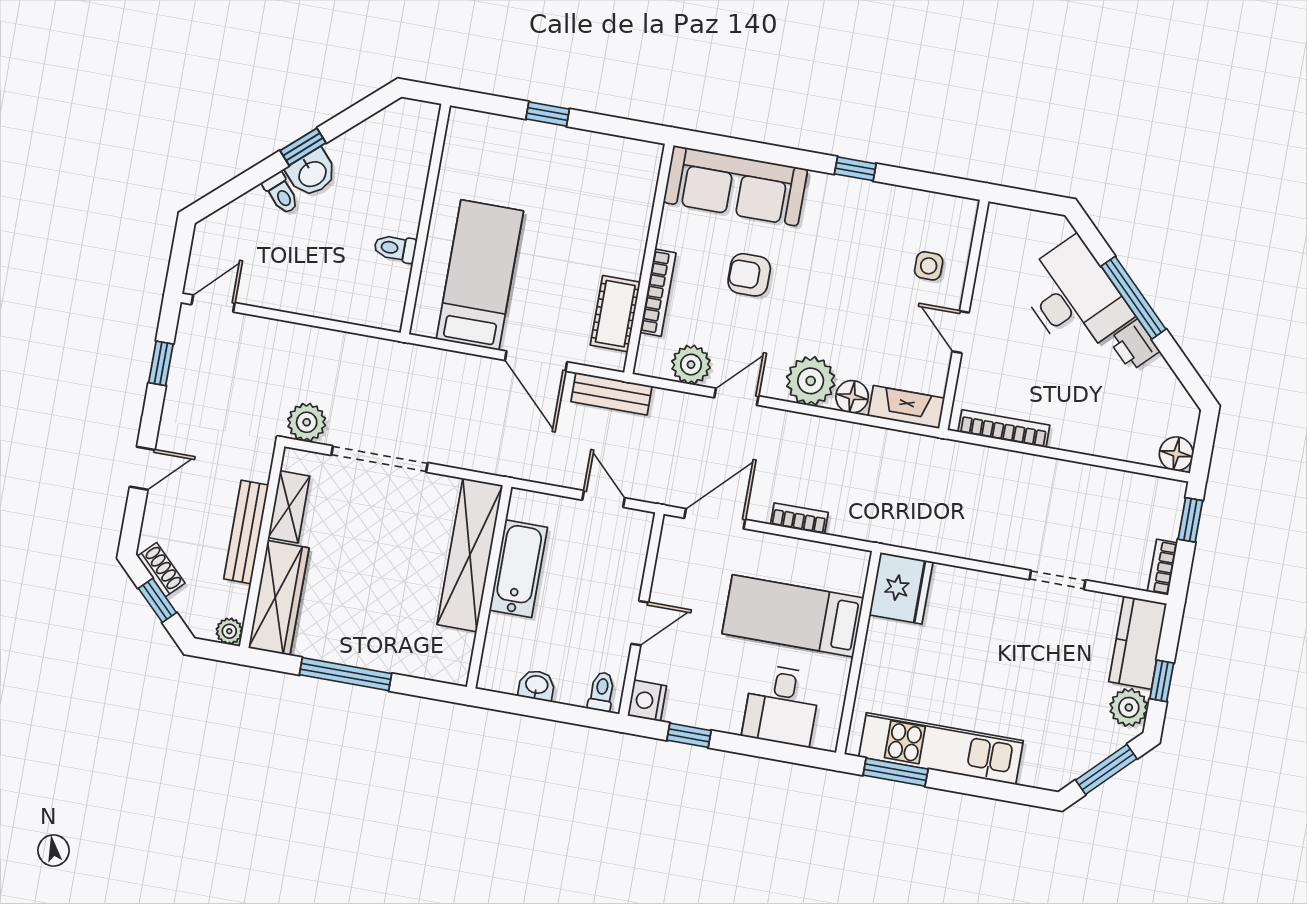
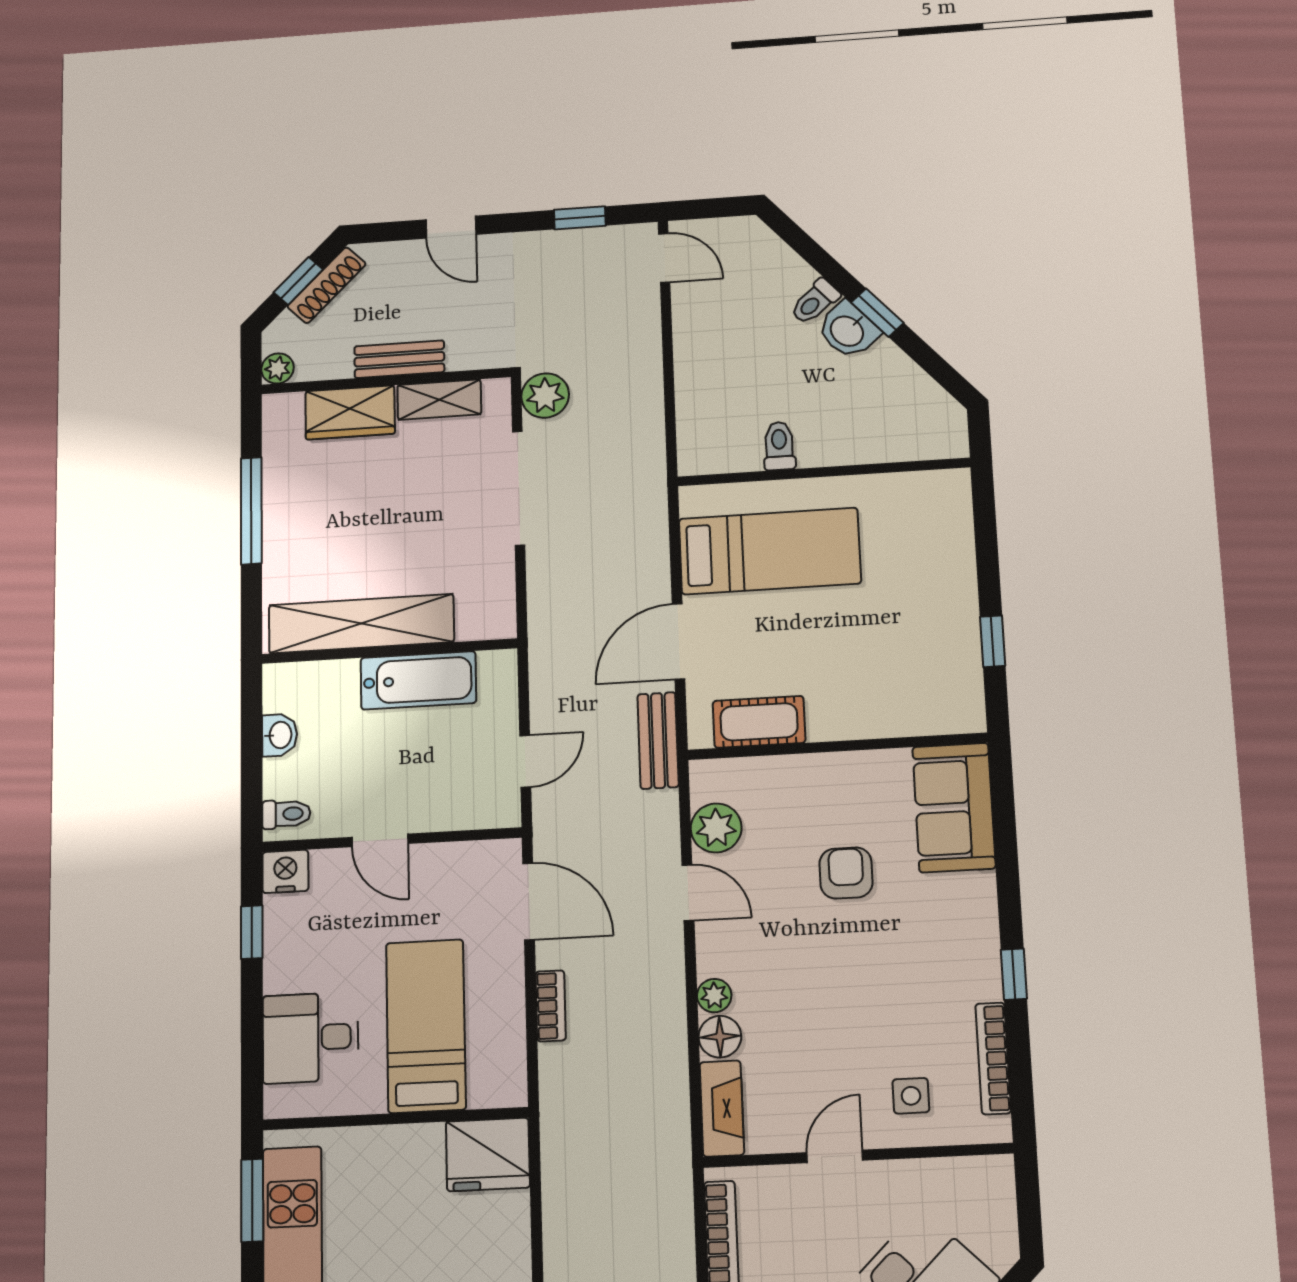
window: (548, 114) -> (993, 641), moved
sofa: (735, 186) -> (954, 808), width x0.73
bookcase: (658, 293) -> (993, 1058), moved, turned 90
plant: (811, 381) -> (714, 996), width x0.53, depth x0.53
bench: (246, 532) -> (399, 359), width x0.73
shelving: (470, 555) -> (361, 624), moved
shoe rack: (161, 570) -> (327, 285), width x1.43
wardrobe: (279, 598) -> (350, 412), width x0.67

